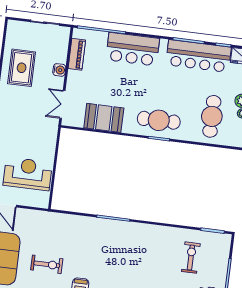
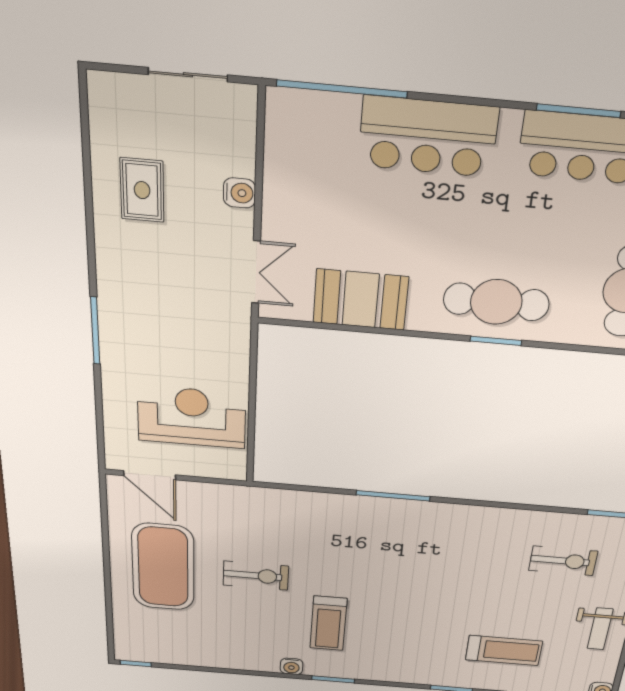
piano: (77, 54) -> (281, 153), removed
rug: (22, 68) -> (142, 190), width x0.73, depth x0.70
double door: (62, 104) -> (256, 272), swing flipped
exercise bike: (191, 258) -> (563, 561), turned 90

